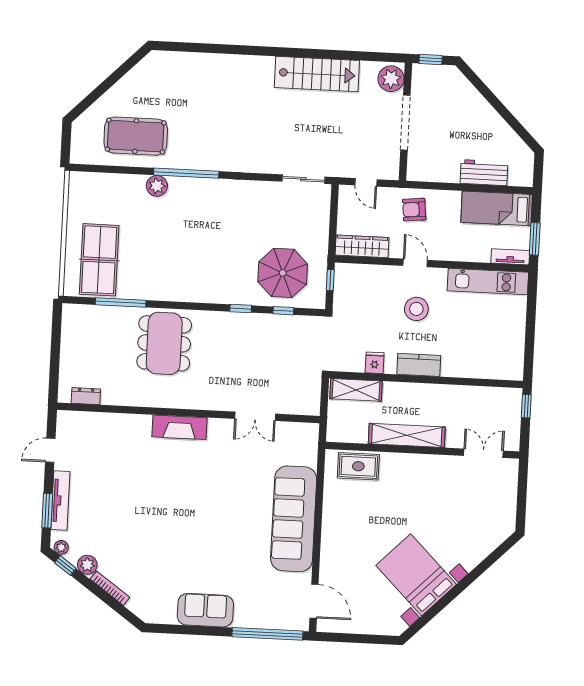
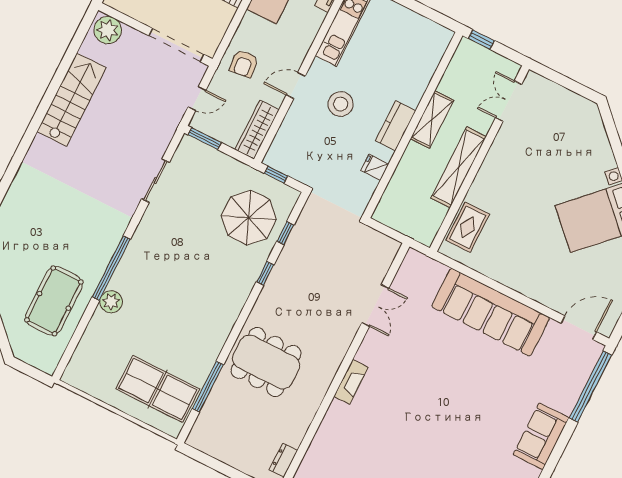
doorway: (405, 123) -> (176, 45), moved
sliding door: (303, 179) -> (156, 181), moved
window: (334, 204) -> (205, 139), added
shelving: (356, 390) -> (432, 119), moved
fireplace: (179, 427) -> (351, 382), width x0.73, depth x0.76

